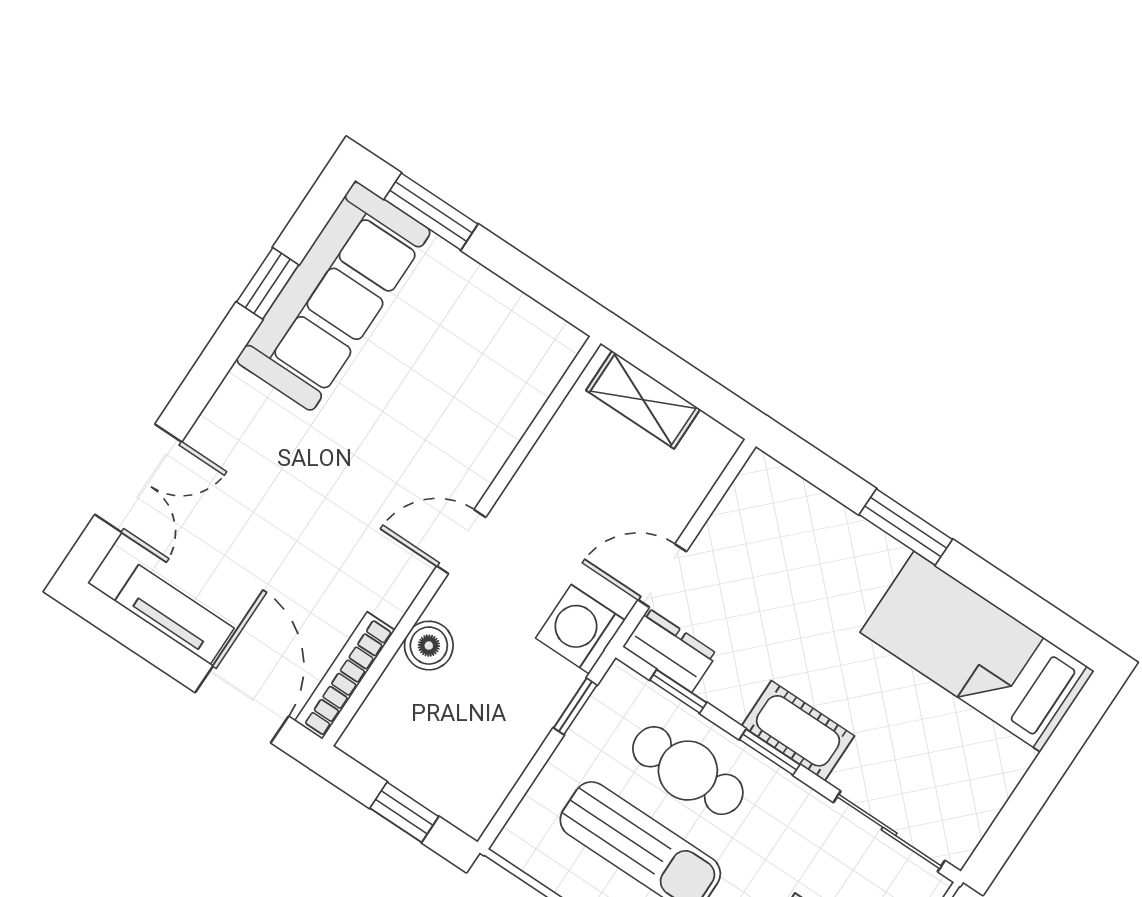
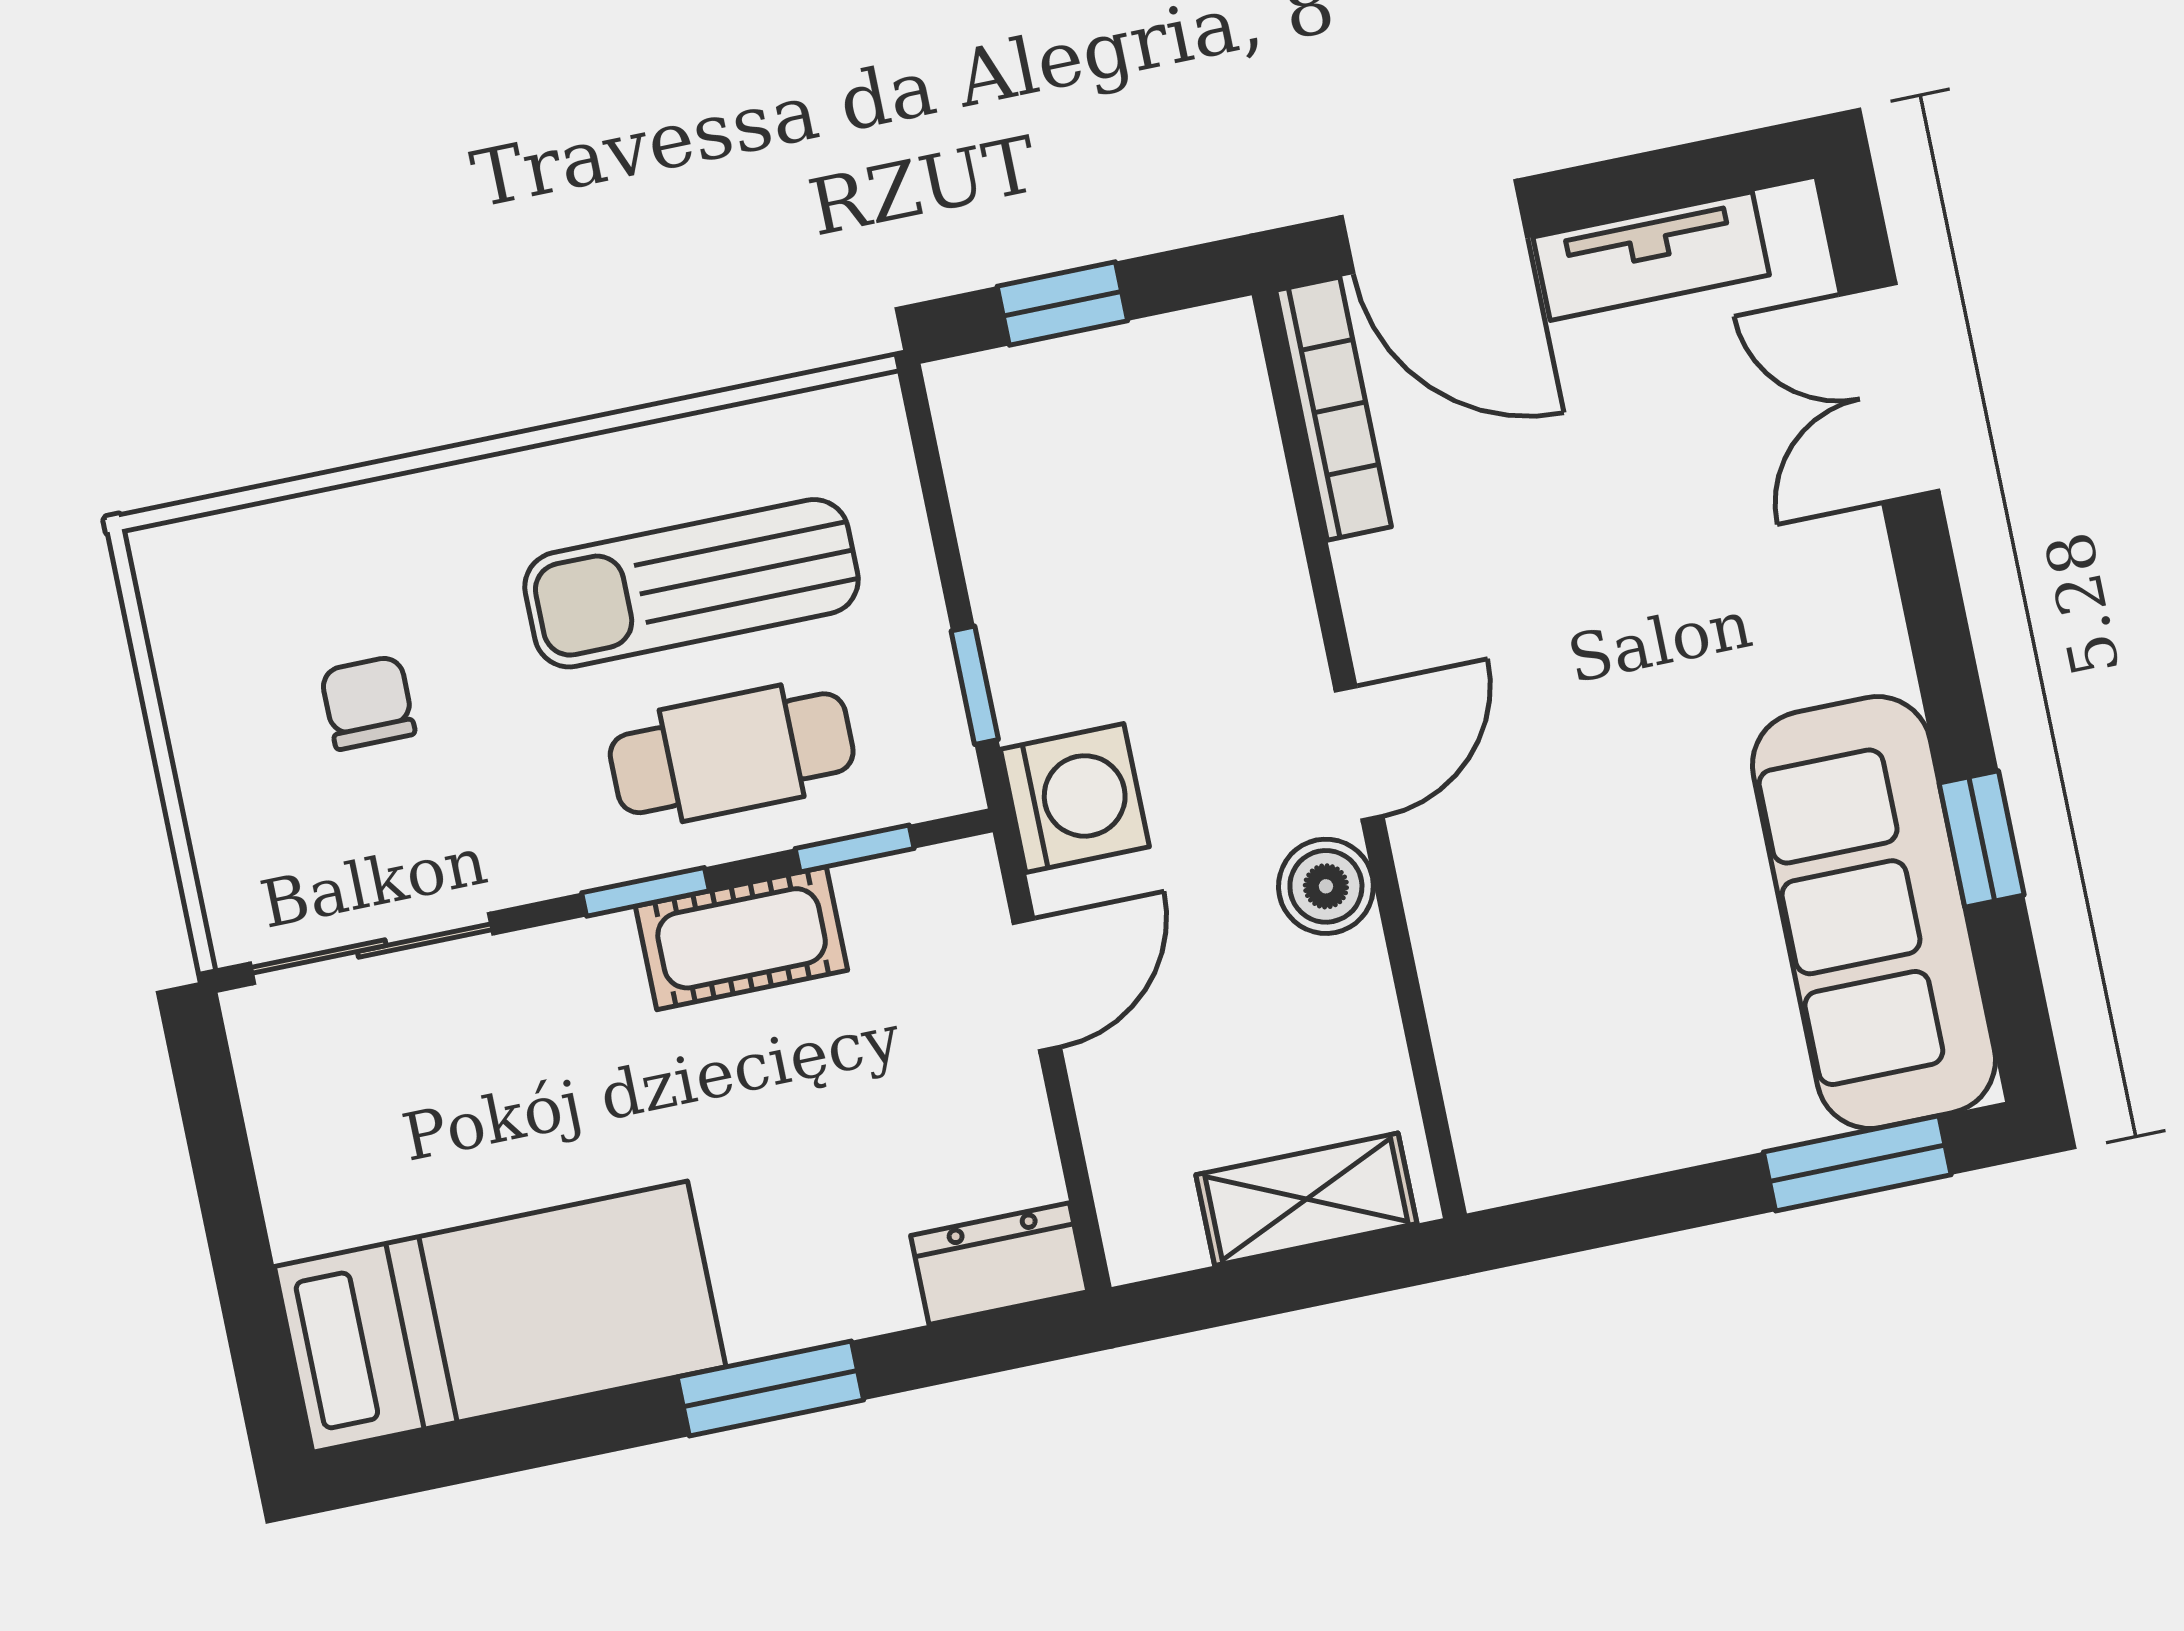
boiler: (429, 646) -> (1326, 886), moved
dresser: (670, 650) -> (999, 1264), moved, turned 180
cot: (798, 731) -> (742, 938), moved

